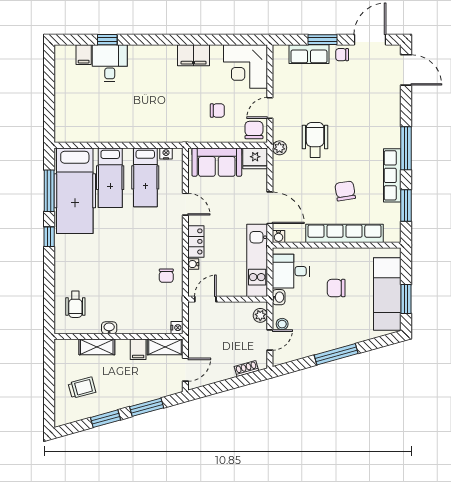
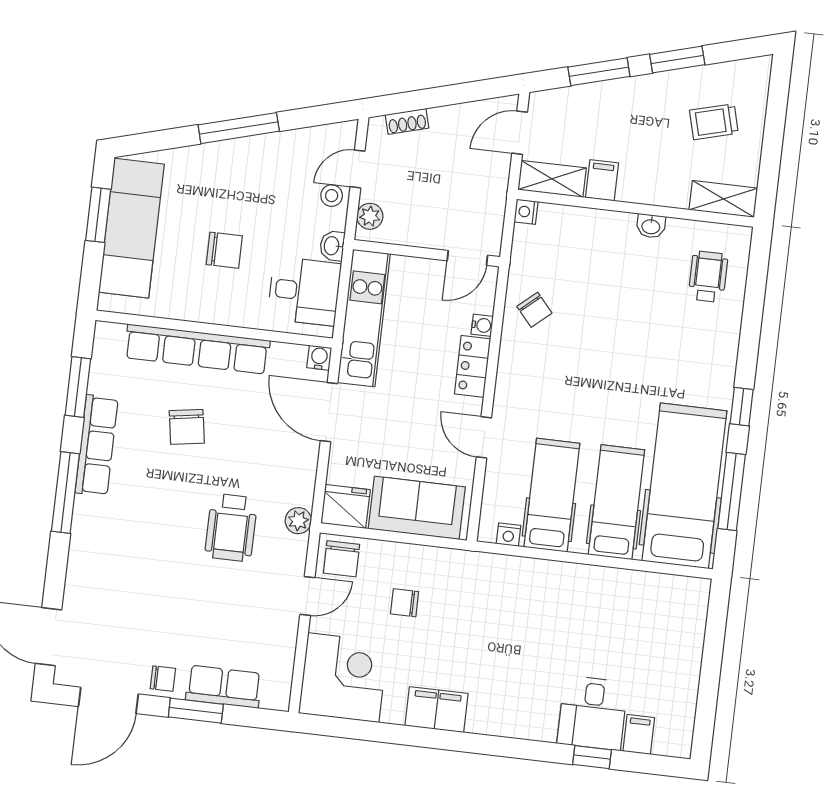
chair: (166, 276) -> (534, 310), turned 139
shelving: (97, 347) -> (723, 199), moved

